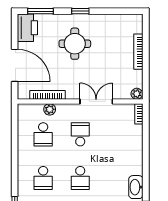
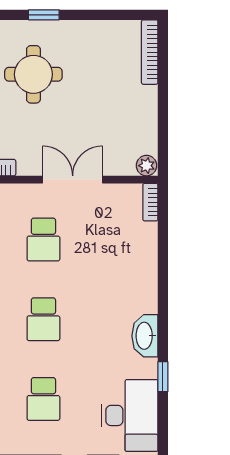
bookcase: (138, 52) -> (150, 52), moved
school desk: (80, 134) -> (43, 239), turned 180

